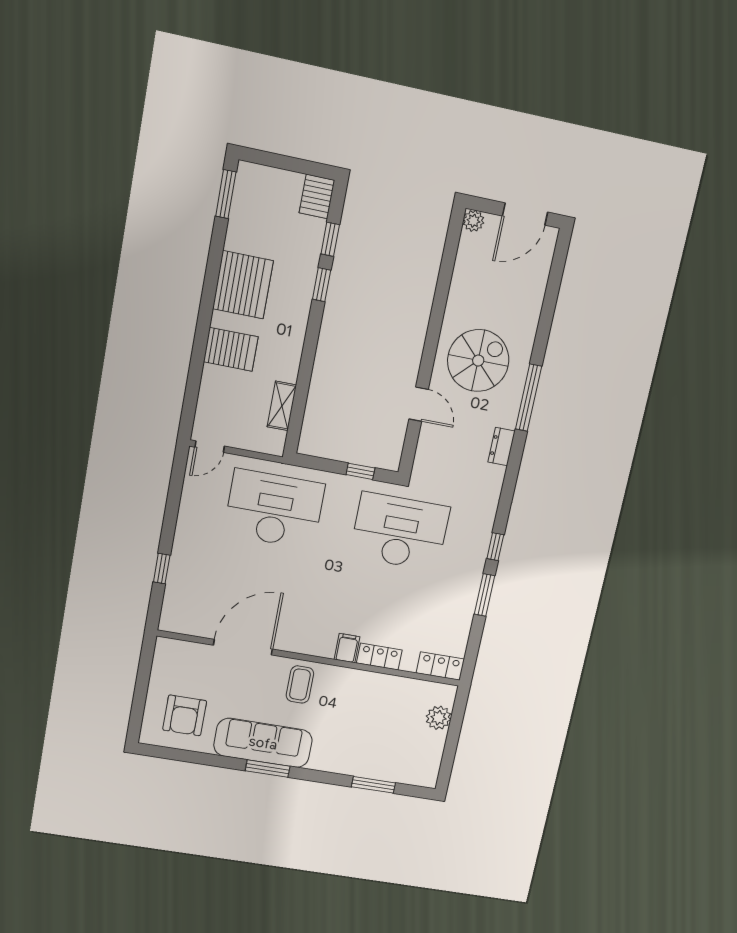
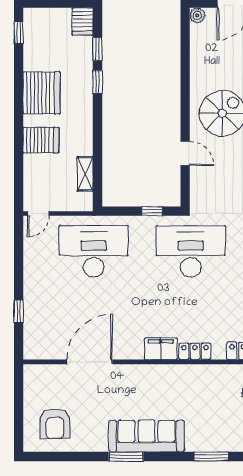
window: (226, 194) -> (19, 33), width x0.67
filing cabinet: (347, 648) -> (161, 349), width x2.00
coffee table: (300, 684) -> (138, 384), removed
sofa: (263, 743) -> (147, 436), moved

